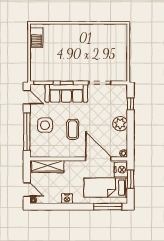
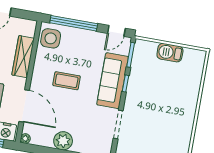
barbecue: (36, 38) -> (170, 53), moved
side table: (45, 125) -> (51, 38), moved
door: (98, 159) -> (24, 106), hinge flipped
wardrobe: (48, 167) -> (23, 57), moved

